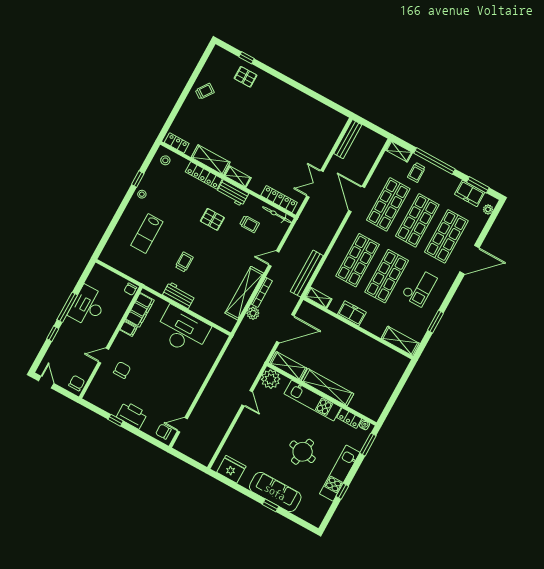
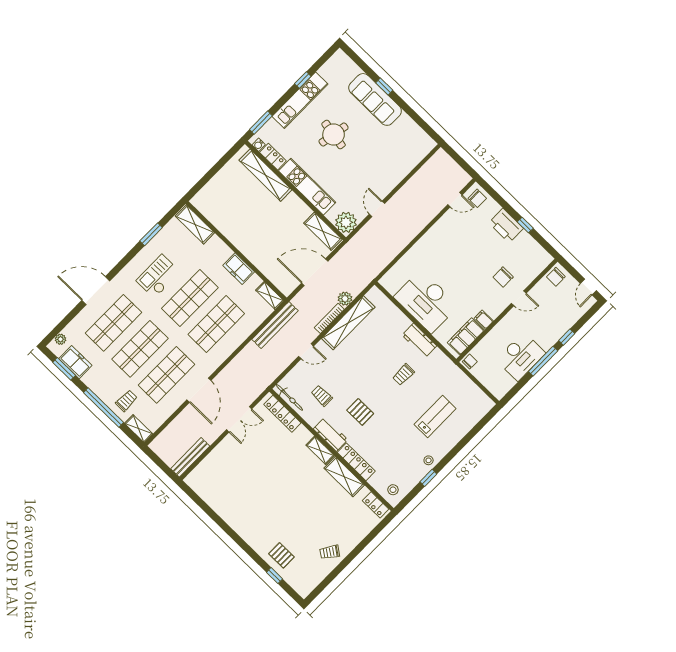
shelving: (327, 387) -> (265, 175), moved
fridge: (231, 469) -> (416, 137), removed

